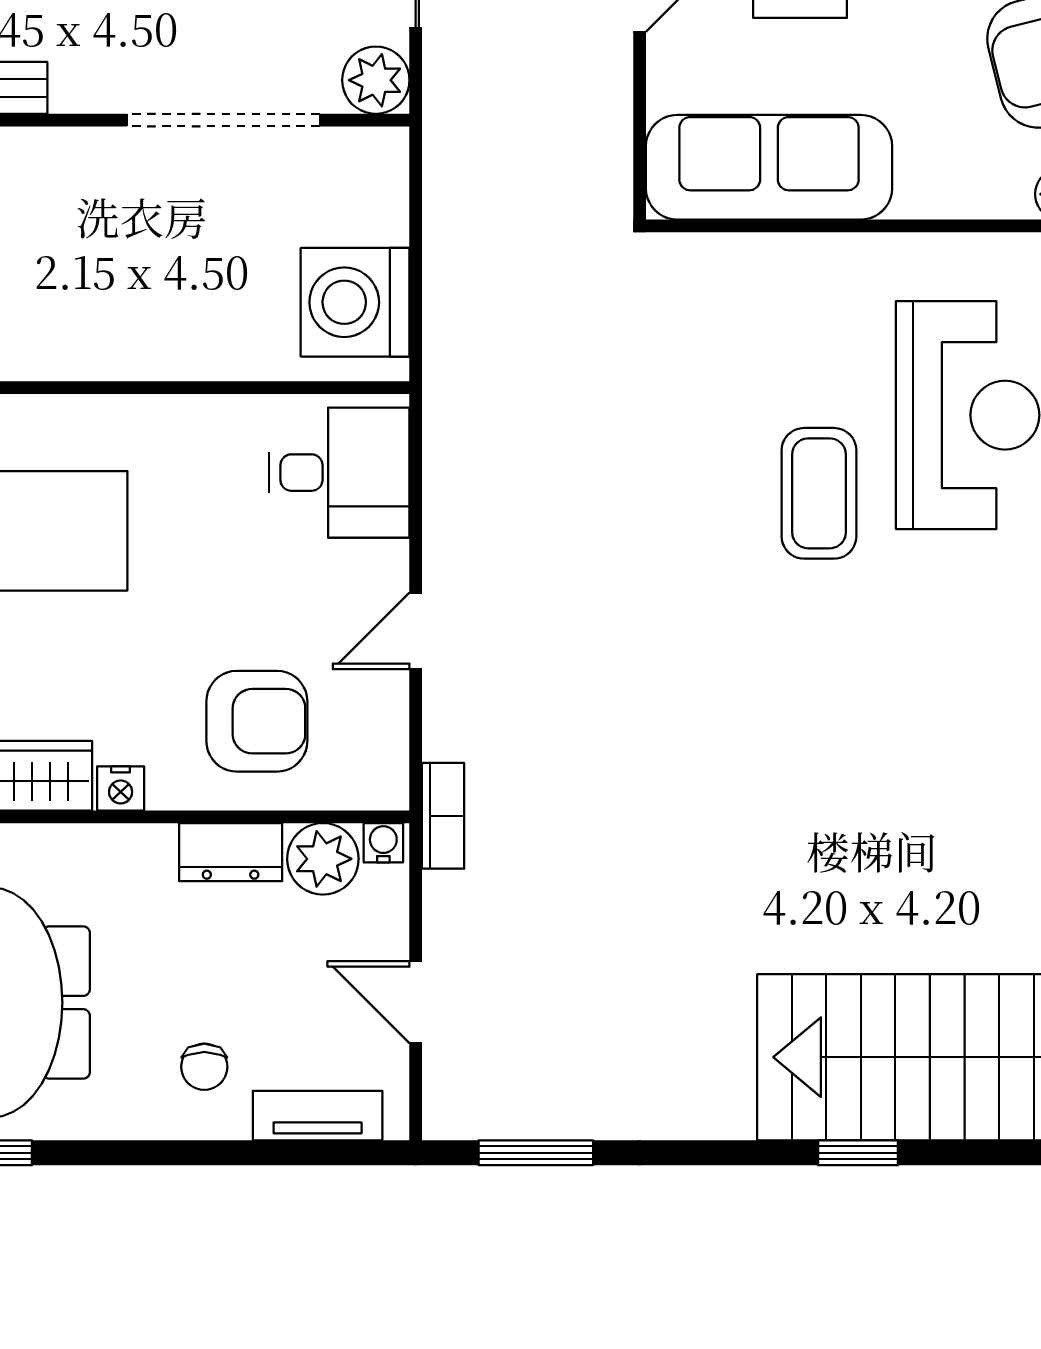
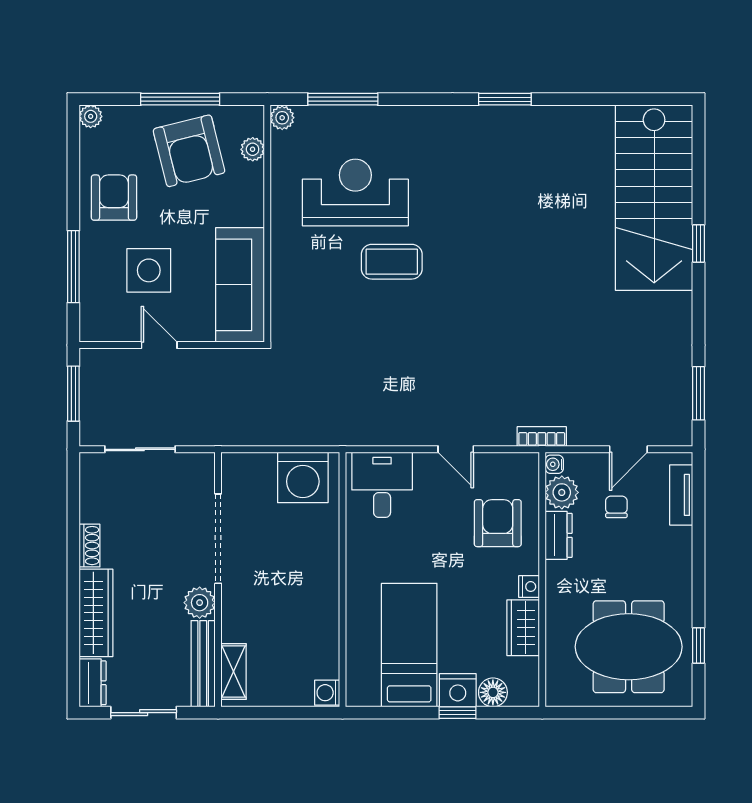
plant: (376, 80) -> (200, 603), moved
chair: (204, 1067) -> (616, 507), moved, turned -90

